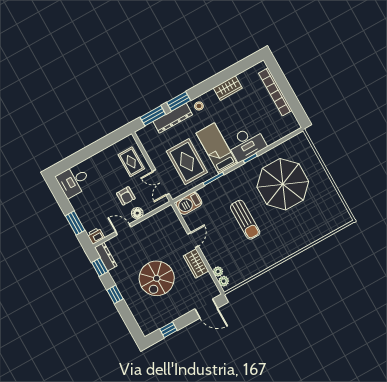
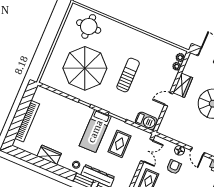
desk: (247, 143) -> (76, 114), removed
rug: (187, 162) -> (119, 144), width x0.73, depth x0.70
round table: (319, 218) -> (89, 26), added

